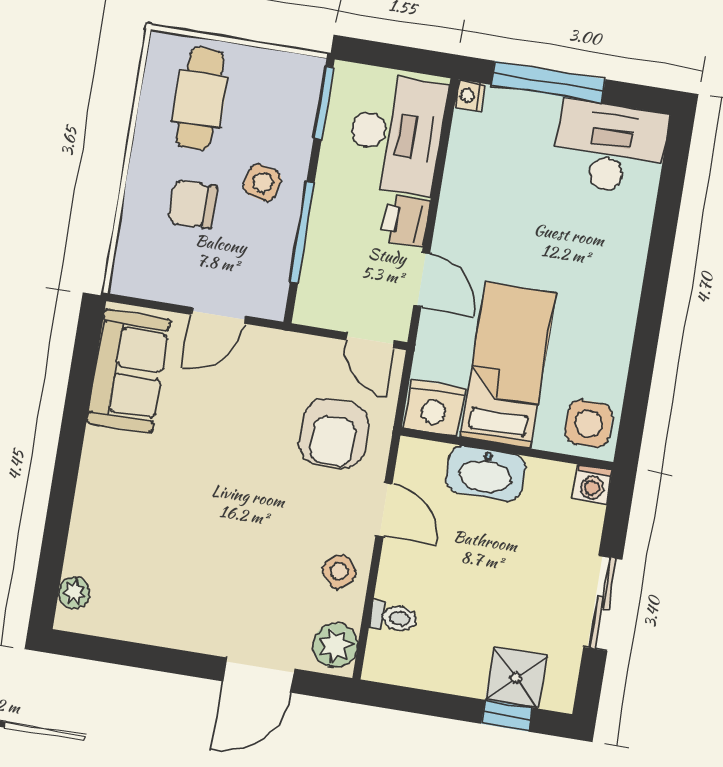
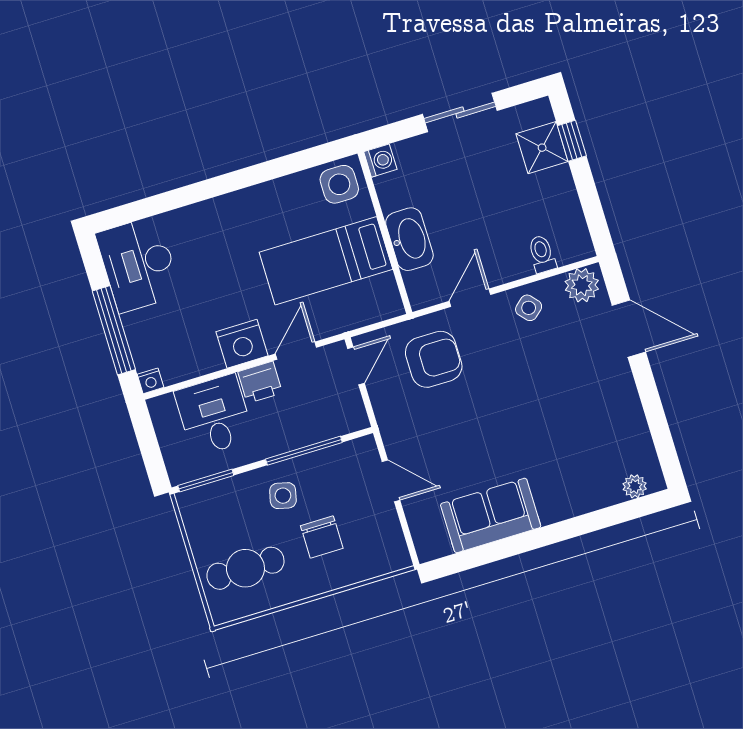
desk: (396, 134) -> (214, 415), width x0.73
sofa: (128, 371) -> (491, 516), moved
nightstand: (434, 408) -> (242, 344), moved, turned 90

